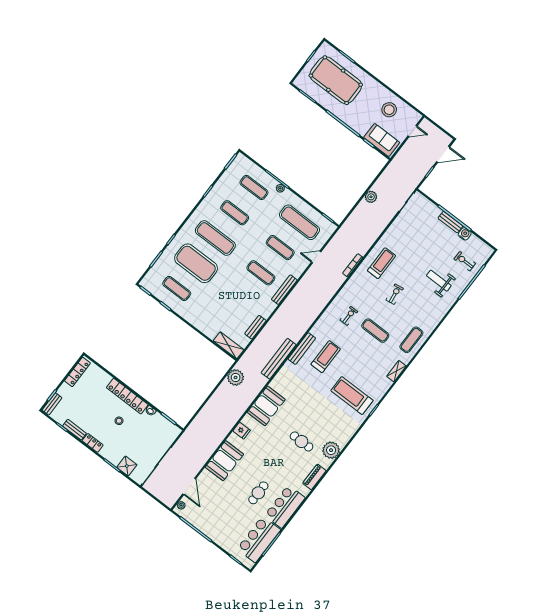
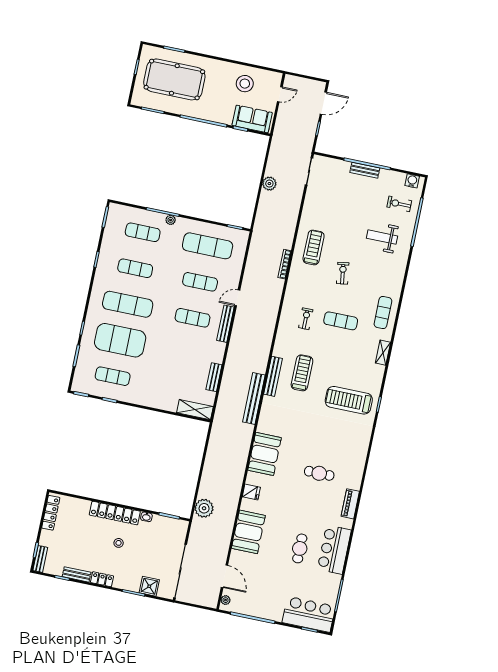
water cooler: (465, 234) -> (412, 181), moved
door: (316, 257) -> (237, 298), moved
plant: (236, 377) -> (204, 508), moved
plant: (331, 450) -> (354, 468), removed
bar counter: (259, 539) -> (309, 614), moved, turned 90

